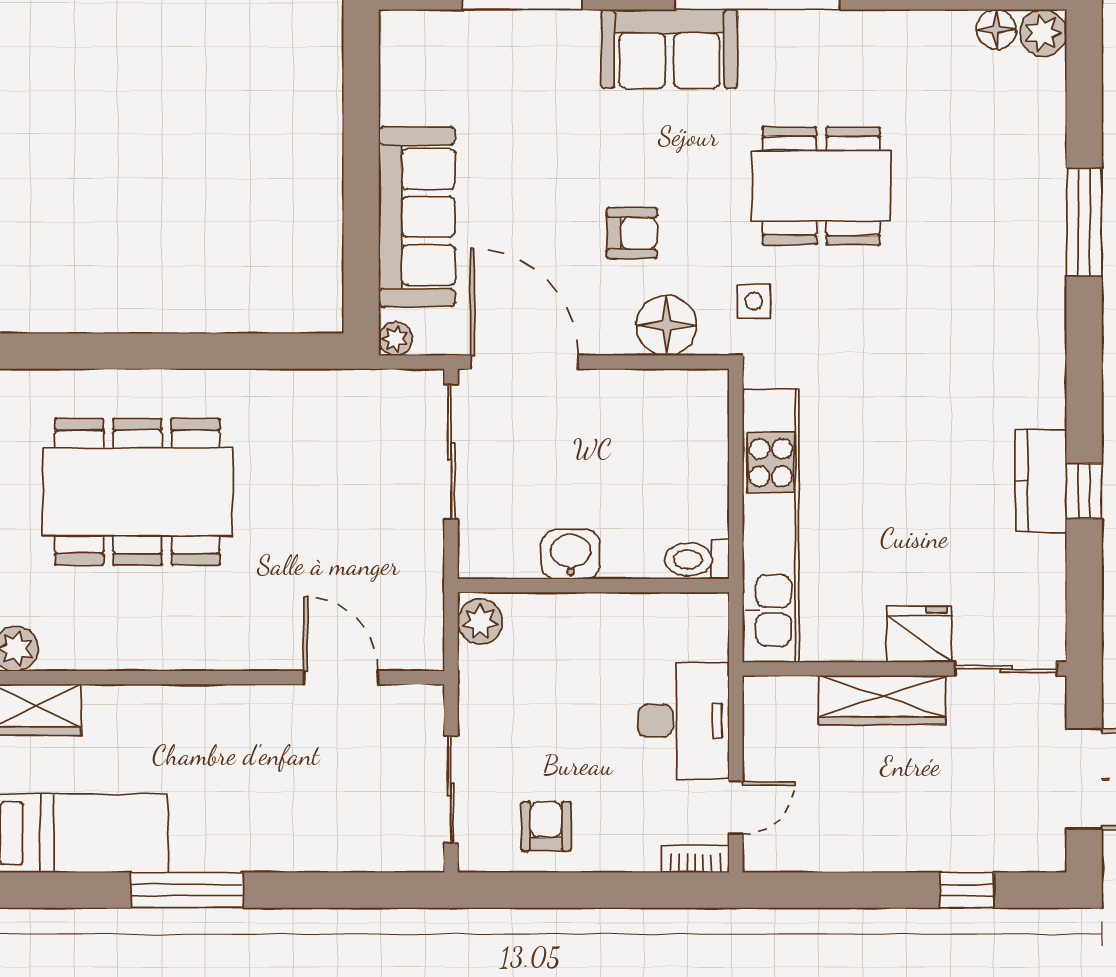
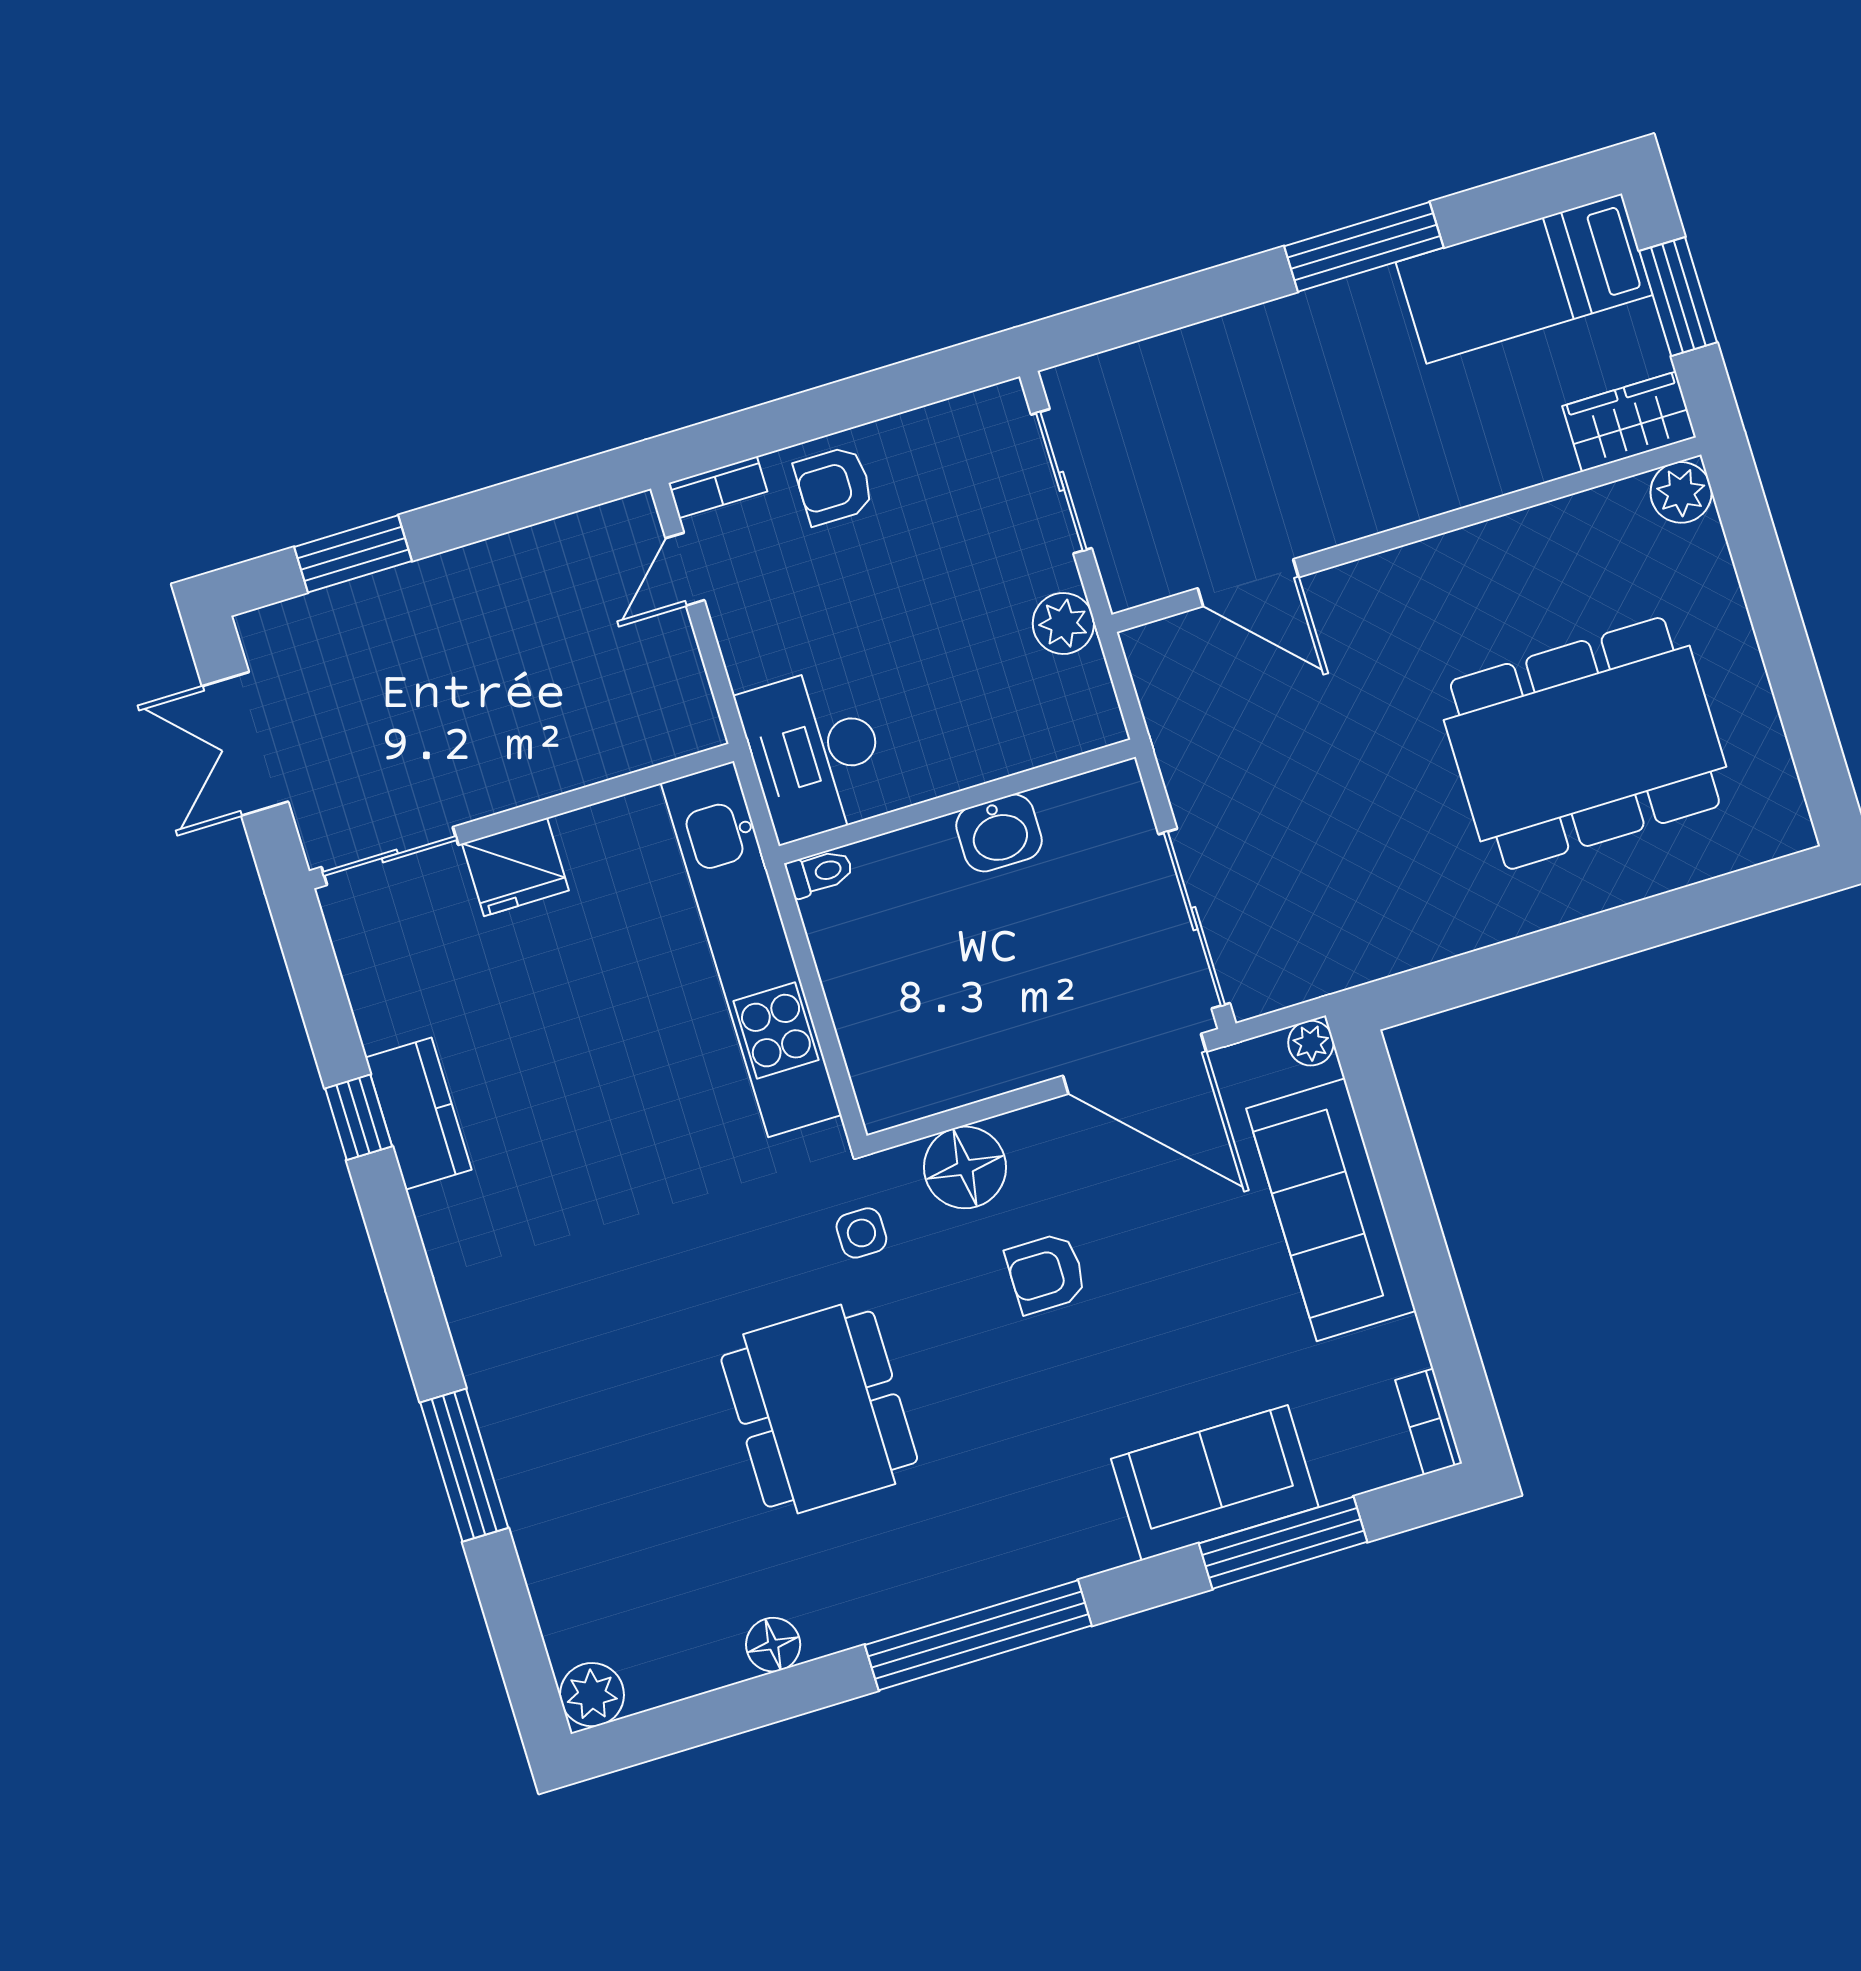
floor lamp: (996, 29) -> (773, 1645), moved
bookcase: (393, 46) -> (1429, 1422), added
sofa: (669, 49) -> (1215, 1483), moved
dining table: (821, 186) -> (819, 1409), turned 90
toilet: (697, 559) -> (820, 873), width x0.73, depth x0.72
plant: (480, 622) -> (1063, 623), moved
wardrobe: (882, 700) -> (538, 767), removed
desk: (684, 721) -> (815, 753), moved
armchair: (546, 826) -> (834, 486), moved, turned 90
window: (967, 890) -> (353, 554), width x1.50

